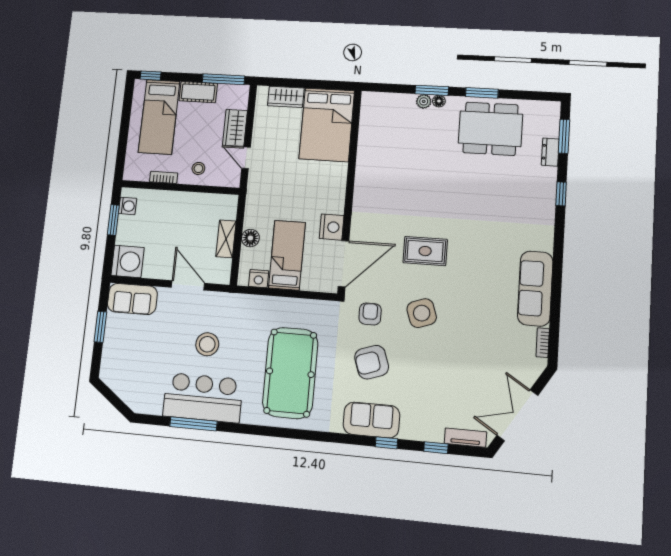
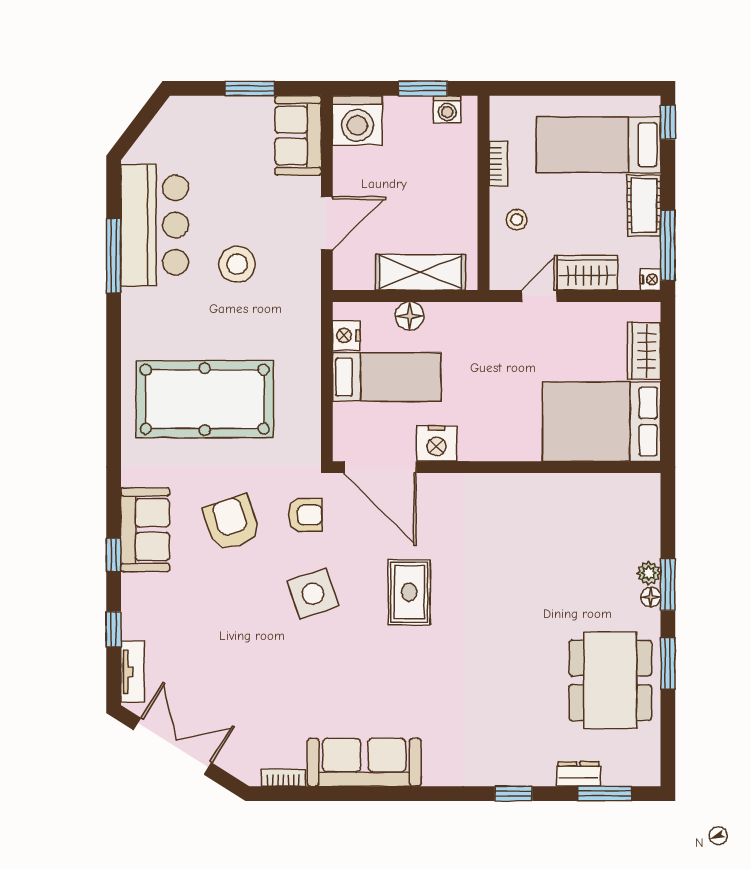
nightstand: (243, 91) -> (650, 279), added
shelving: (226, 239) -> (420, 272), width x1.50, depth x1.33
bar counter: (203, 398) -> (155, 225), moved

